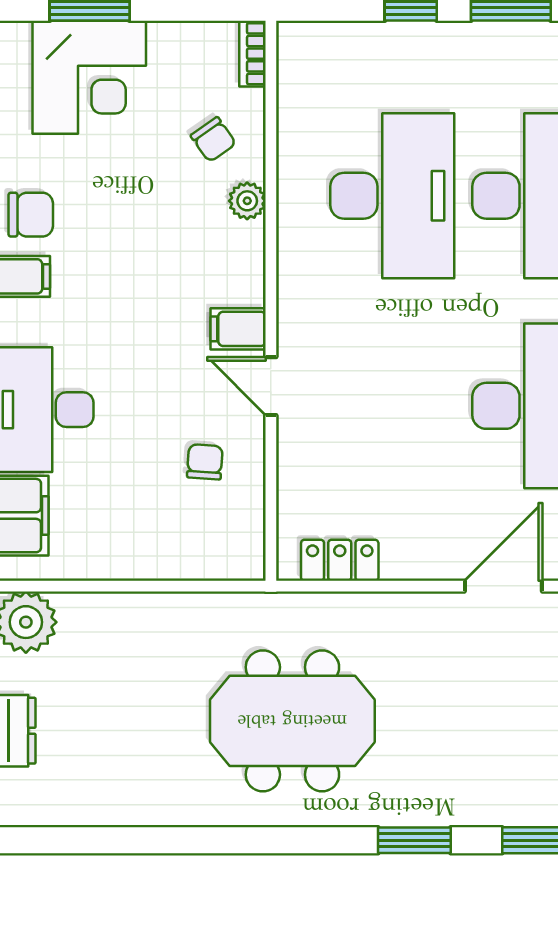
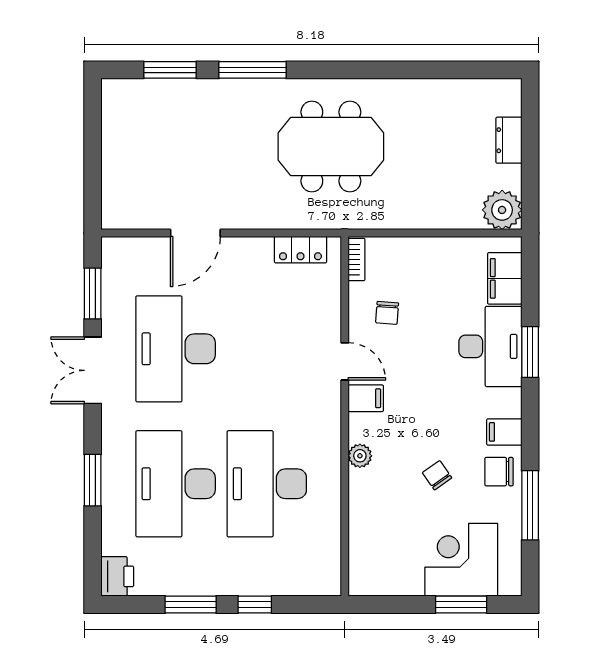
bookcase: (253, 54) -> (357, 260), moved
chair: (213, 140) -> (437, 475), moved
plant: (247, 201) -> (360, 456), moved
window: (414, 840) -> (253, 70), width x1.44

